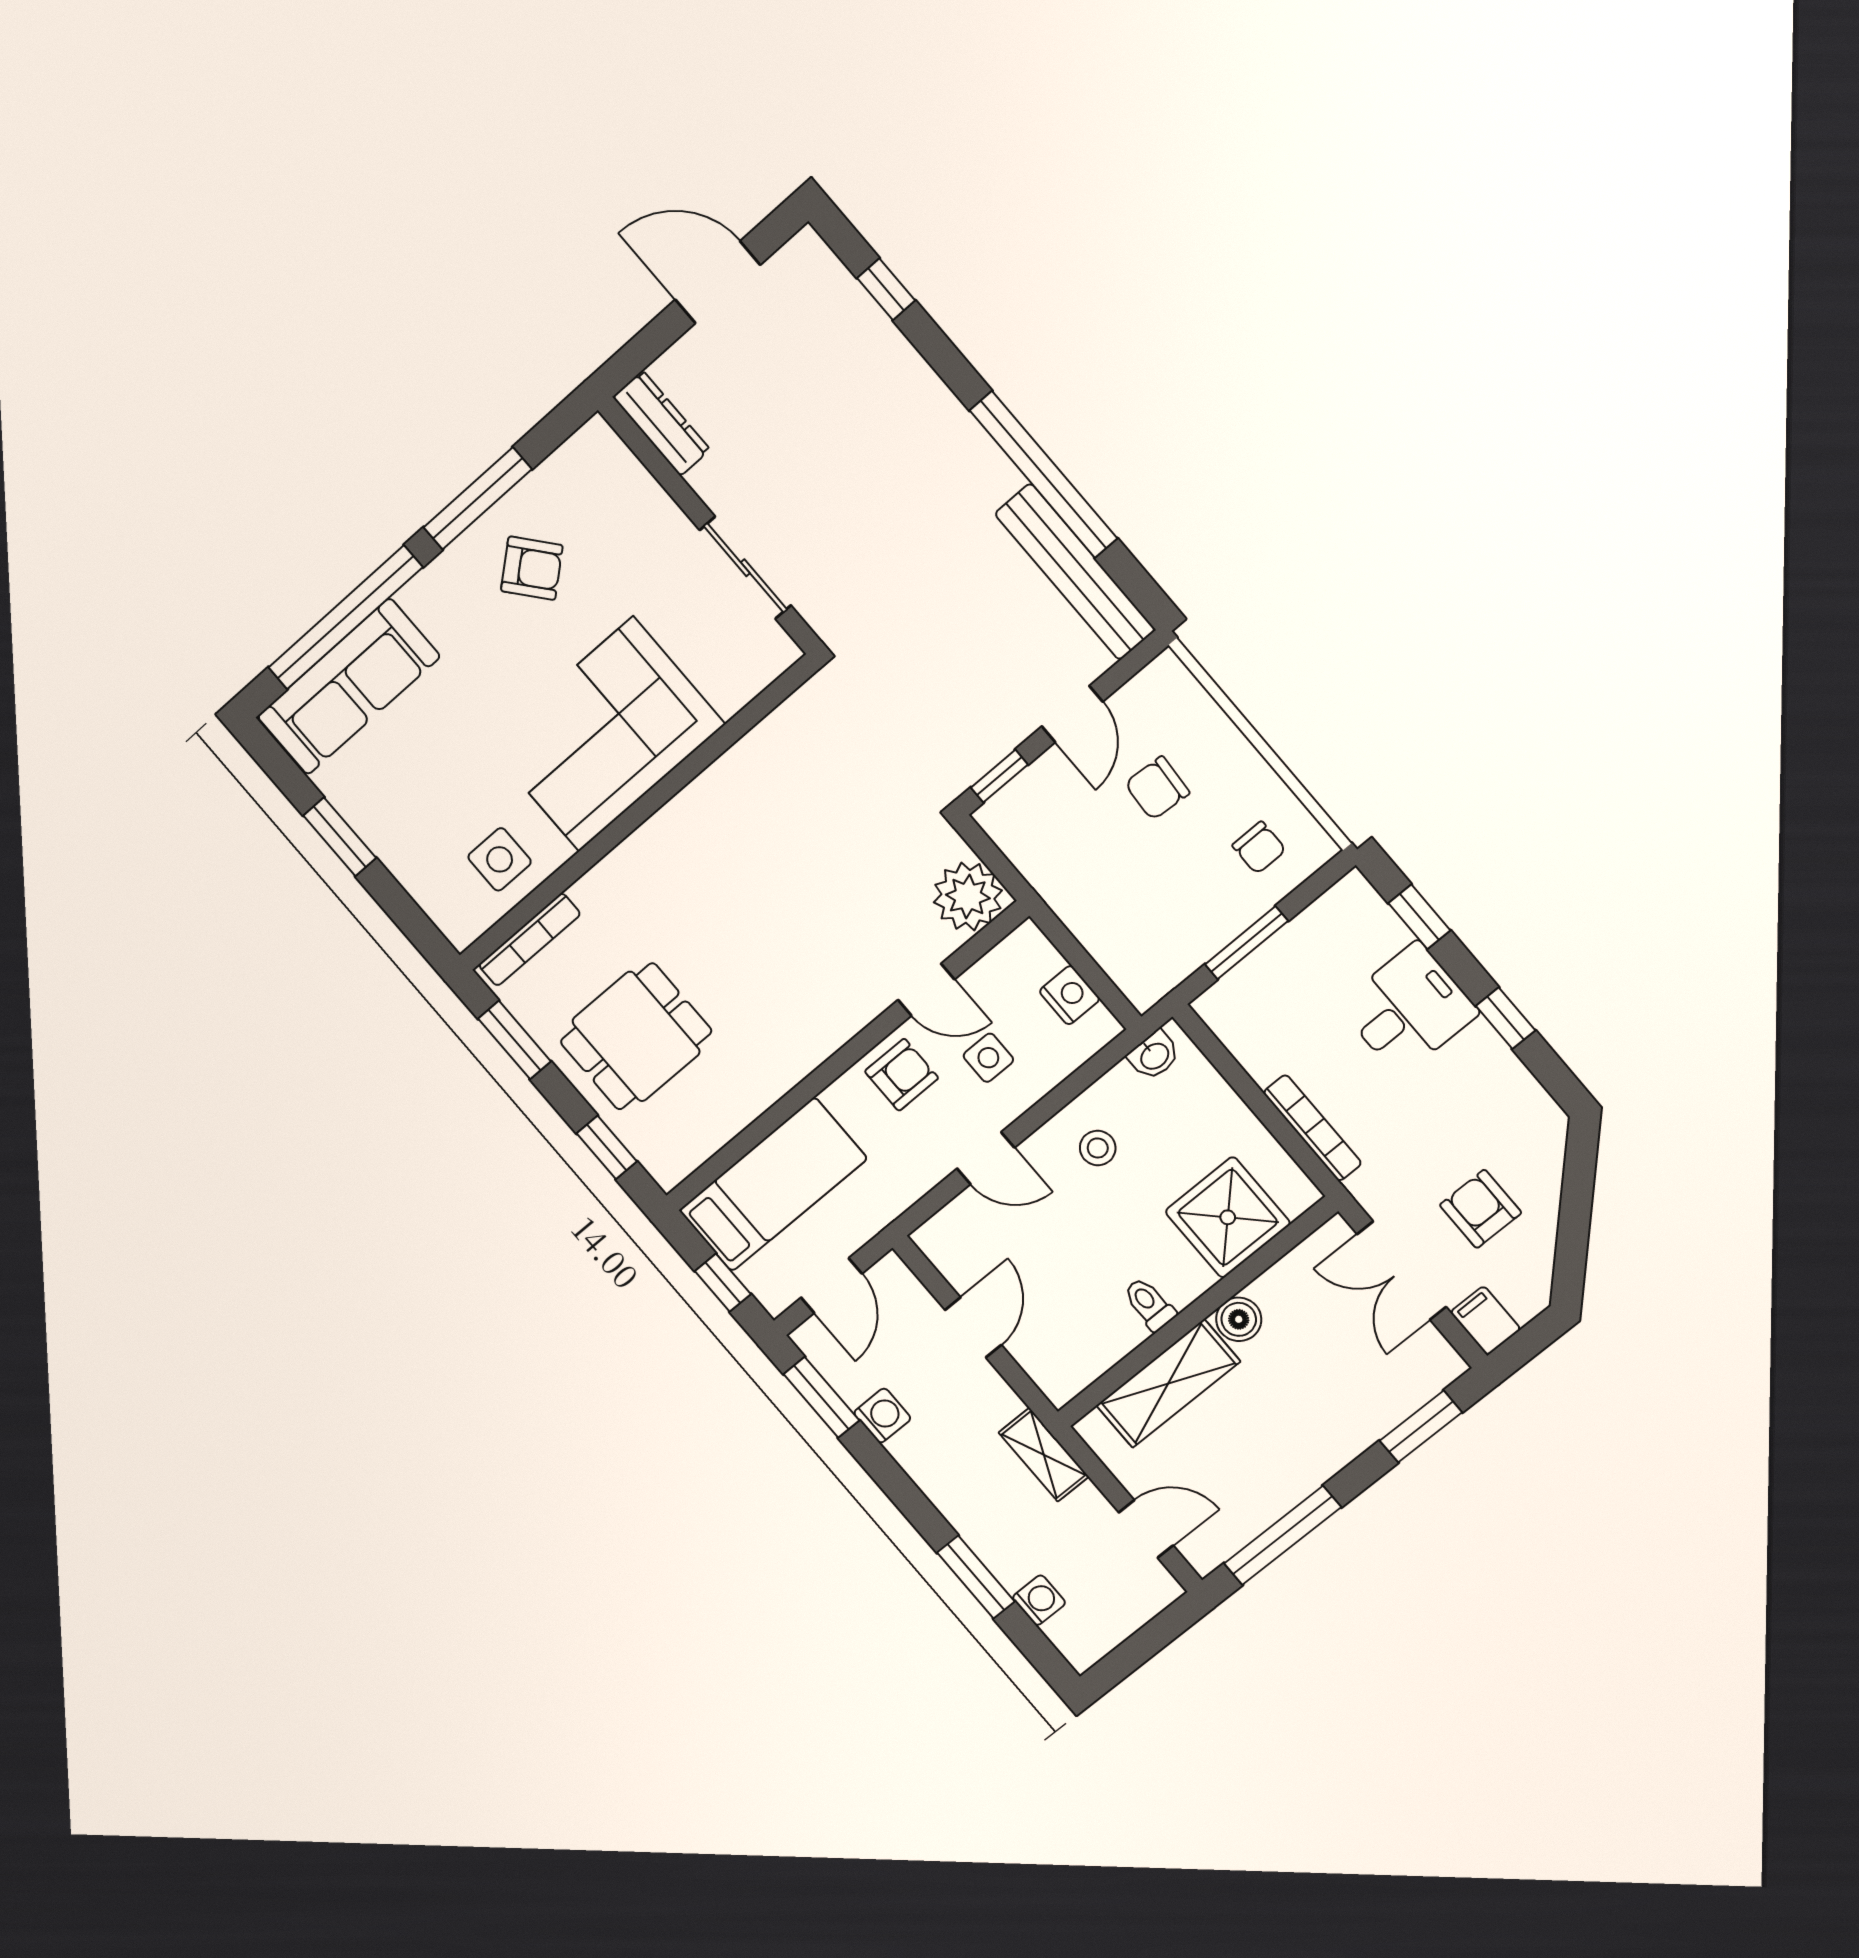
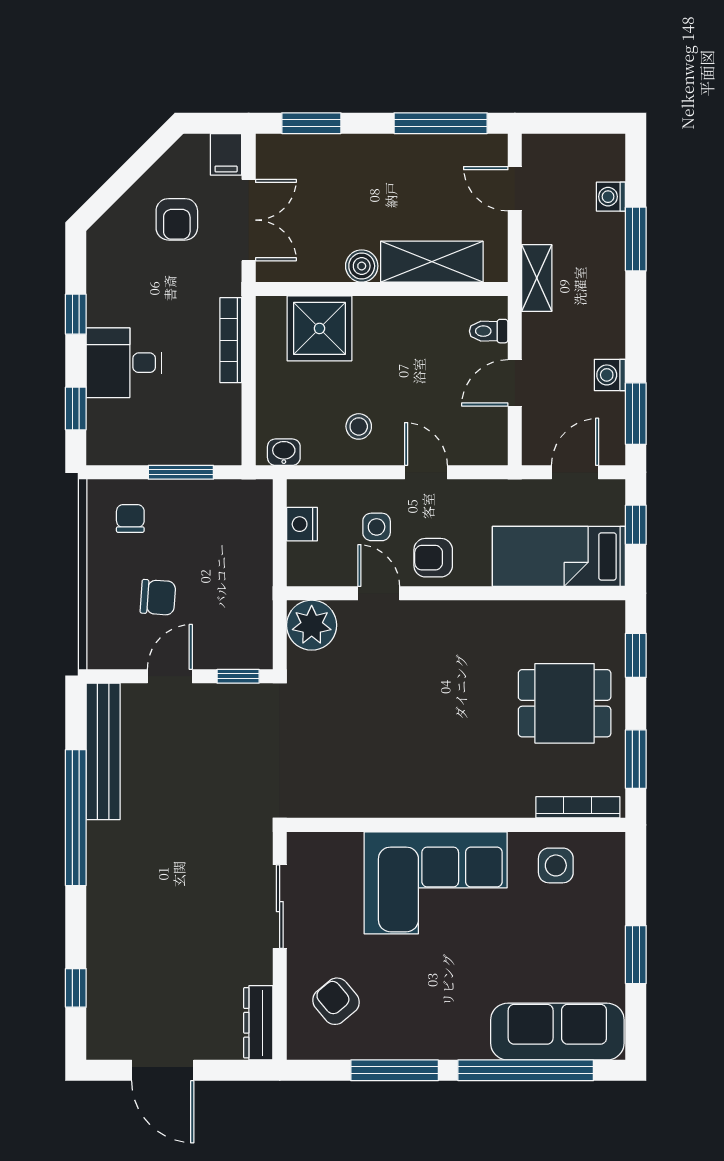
armchair: (532, 568) -> (336, 1001), moved
toilet: (1149, 1304) -> (489, 331), moved, turned 90

